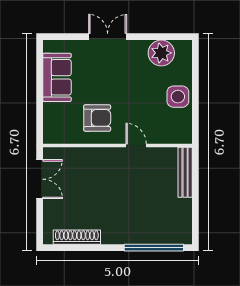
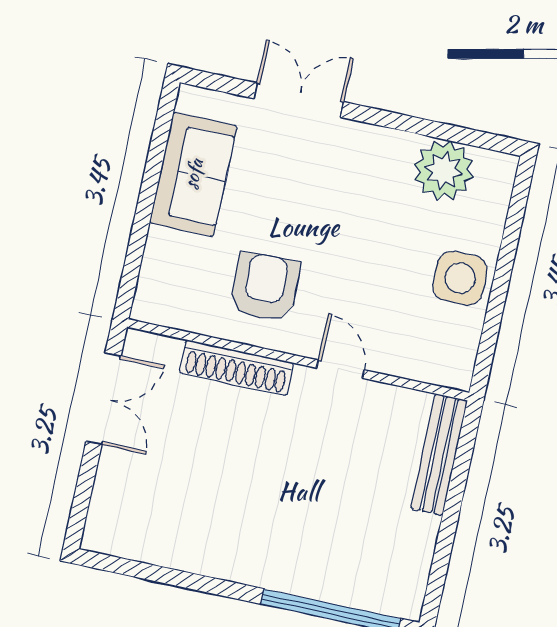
double door: (108, 37) -> (299, 100), moved
armchair: (97, 118) -> (265, 287), turned -92
shoe rack: (77, 237) -> (236, 368), moved, turned 180

